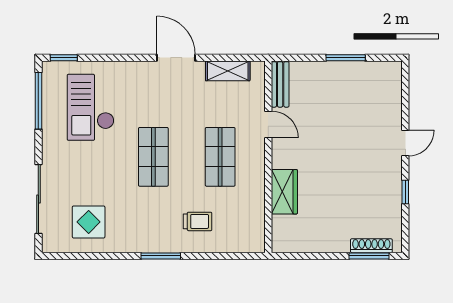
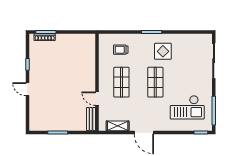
checkout: (91, 107) -> (187, 107), turned 90
door: (405, 143) -> (27, 89), hinge flipped
wardrobe: (284, 192) -> (89, 64), removed
trolley: (198, 221) -> (121, 50), moved
display table: (89, 222) -> (163, 51), moved

